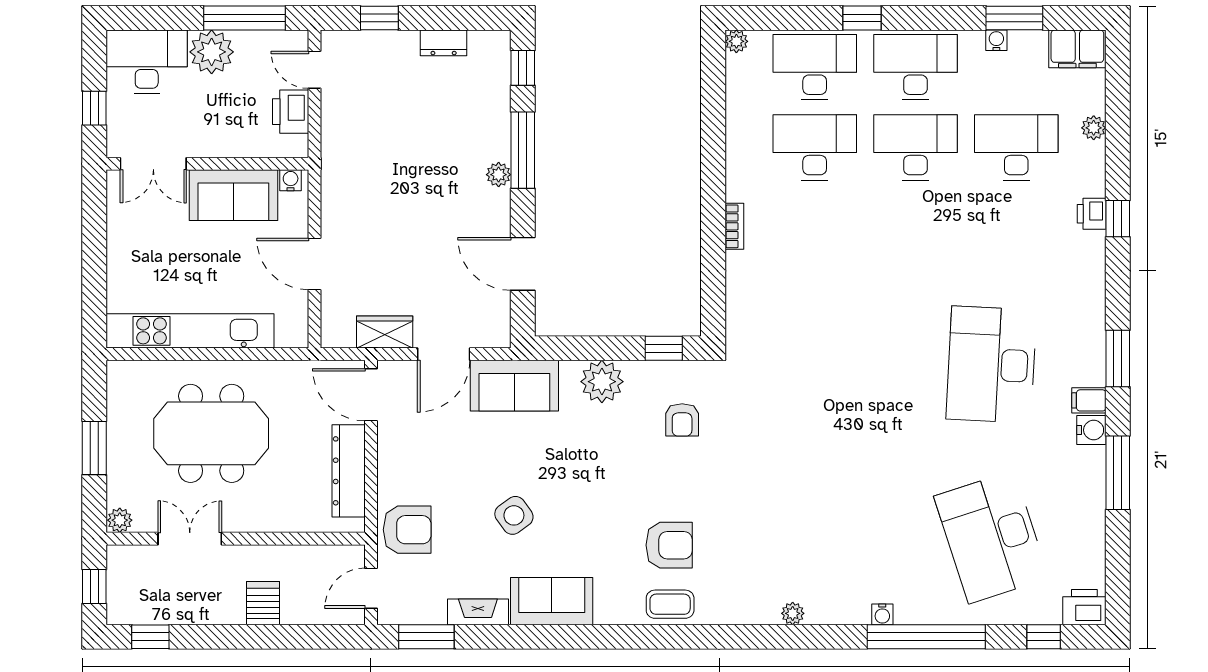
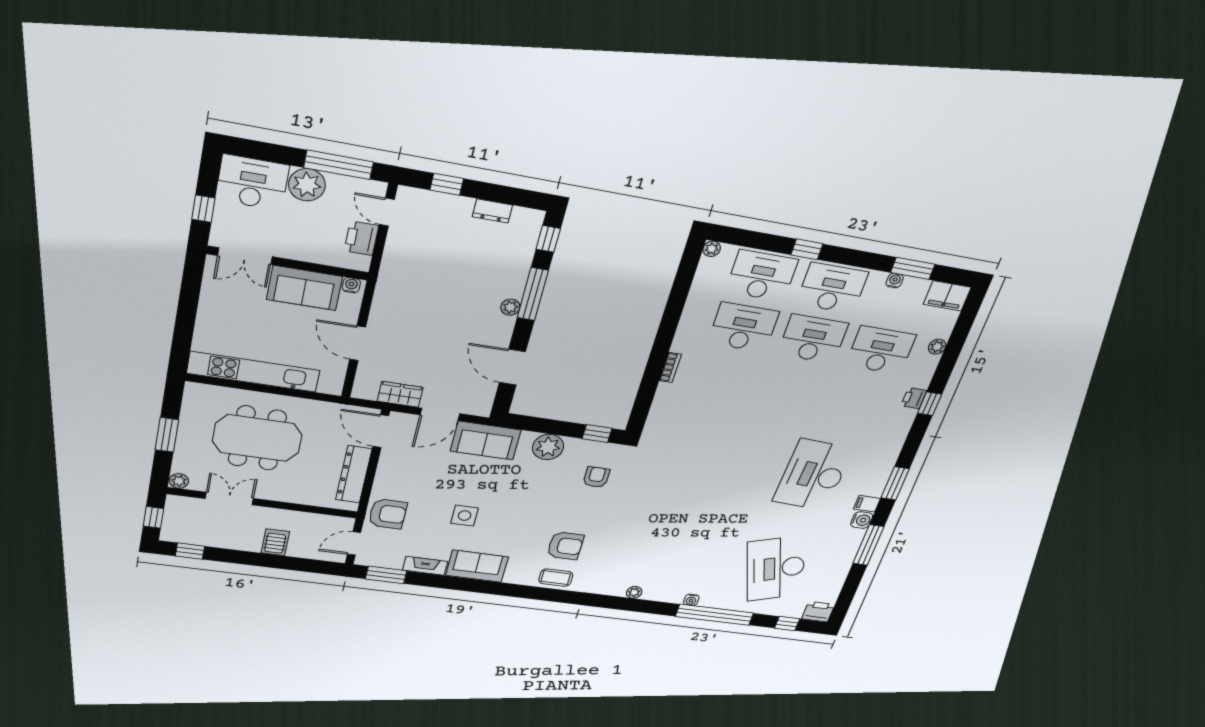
armchair: (682, 420) -> (596, 477), turned 180
side table: (514, 515) -> (465, 516), turned 36

